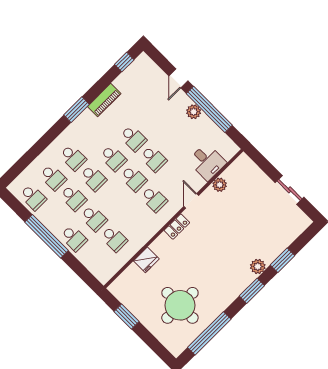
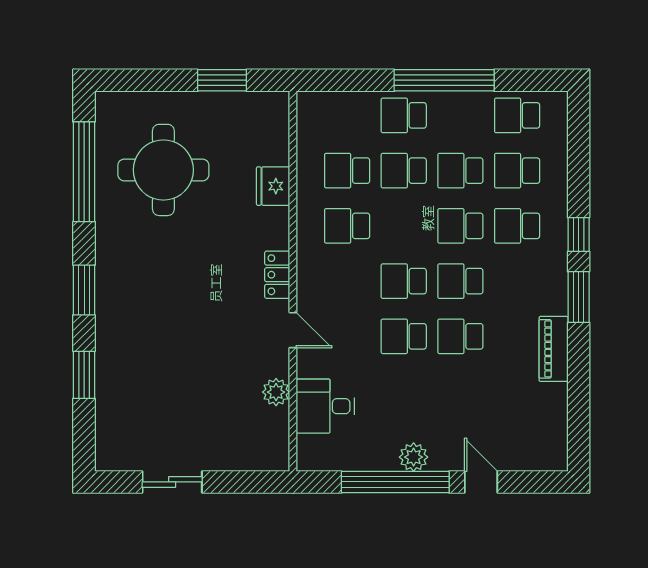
window: (124, 62) -> (579, 234), moved
school desk: (154, 199) -> (347, 226), moved
plant: (258, 266) -> (110, 332), removed

